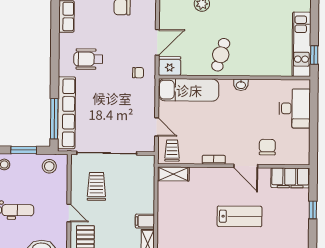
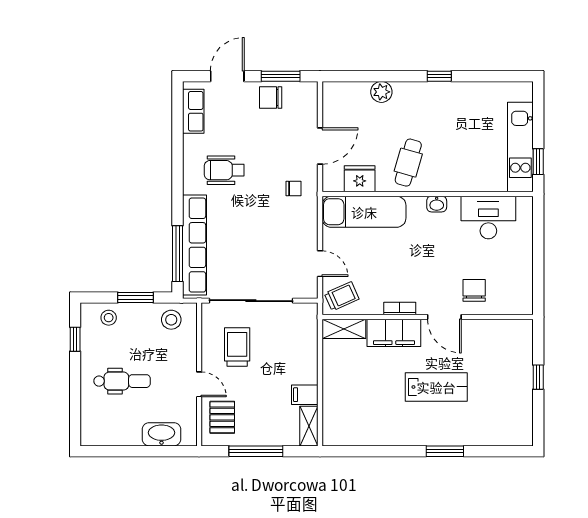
fridge: (170, 66) -> (360, 179), moved
desk: (295, 108) -> (488, 218), moved, turned -90
trolley: (172, 151) -> (342, 296), turned 66
filing cabinet: (290, 178) -> (394, 333), moved

